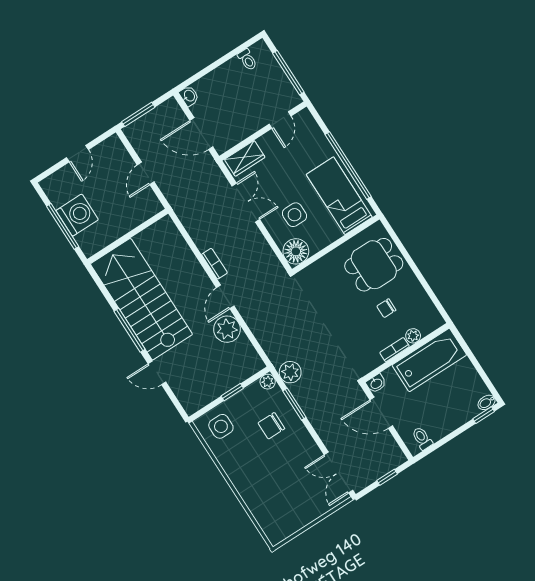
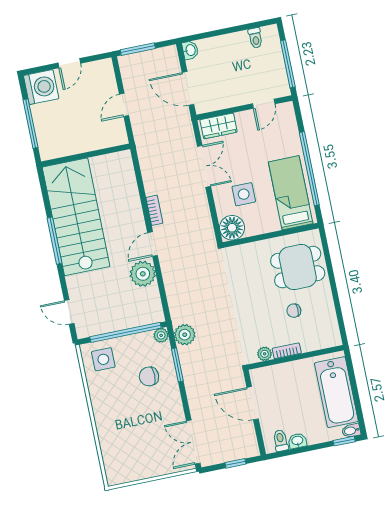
washing machine: (77, 215) -> (41, 87), moved
plant: (413, 336) -> (265, 354), moved
bathtub: (429, 360) -> (336, 392), moved, turned 90
door: (157, 373) -> (69, 312), moved
washbasin: (376, 383) -> (297, 441), moved, turned 180
window: (232, 392) -> (126, 332), width x3.17

